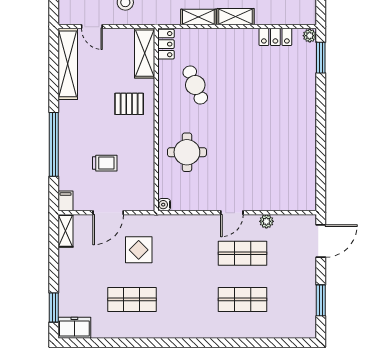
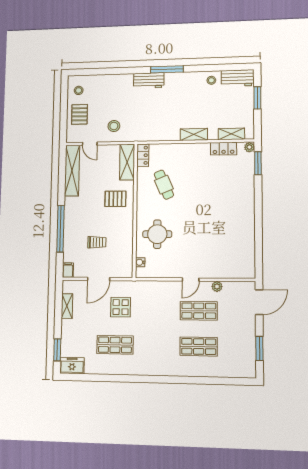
shelving: (198, 17) -> (231, 134), moved
water cooler: (164, 205) -> (140, 262), moved
shelving: (66, 231) -> (67, 306), moved

